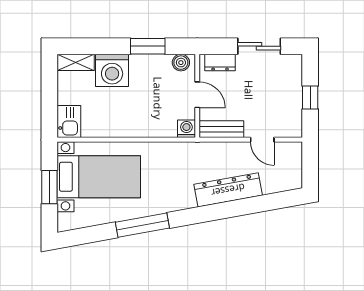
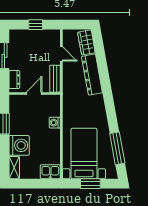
boiler: (181, 63) -> (14, 103), removed
washing machine: (186, 129) -> (55, 123), moved
door: (262, 140) -> (61, 54), hinge flipped
wardrobe: (281, 181) -> (86, 42), added
window: (142, 225) -> (117, 148), moved

